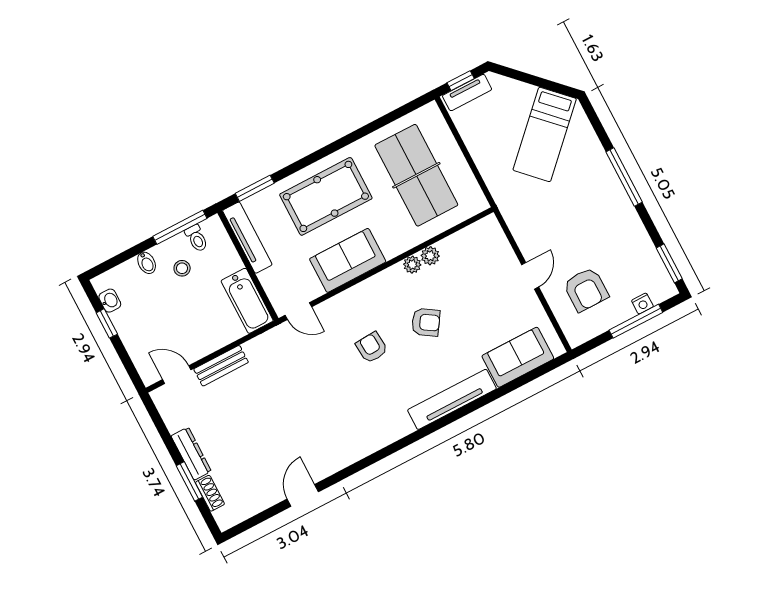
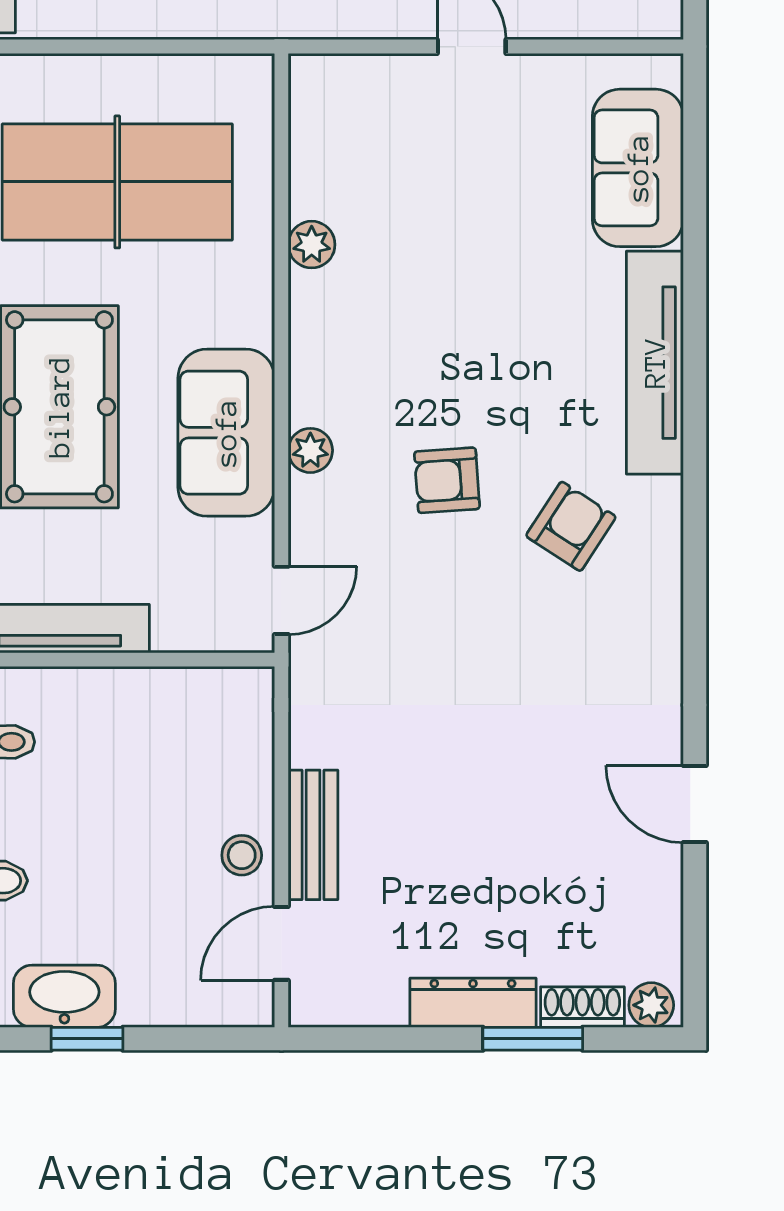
plant: (412, 265) -> (310, 450), moved
stool: (182, 268) -> (242, 855), moved
washbasin: (110, 301) -> (64, 996), width x1.91, depth x1.45
bathtub: (247, 301) -> (199, 702), removed
armchair: (426, 322) -> (571, 526), moved
plant: (223, 517) -> (651, 1005), added

